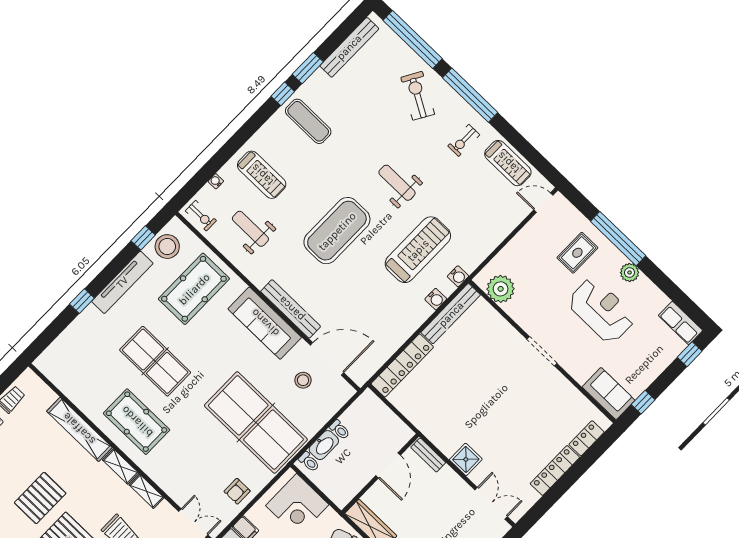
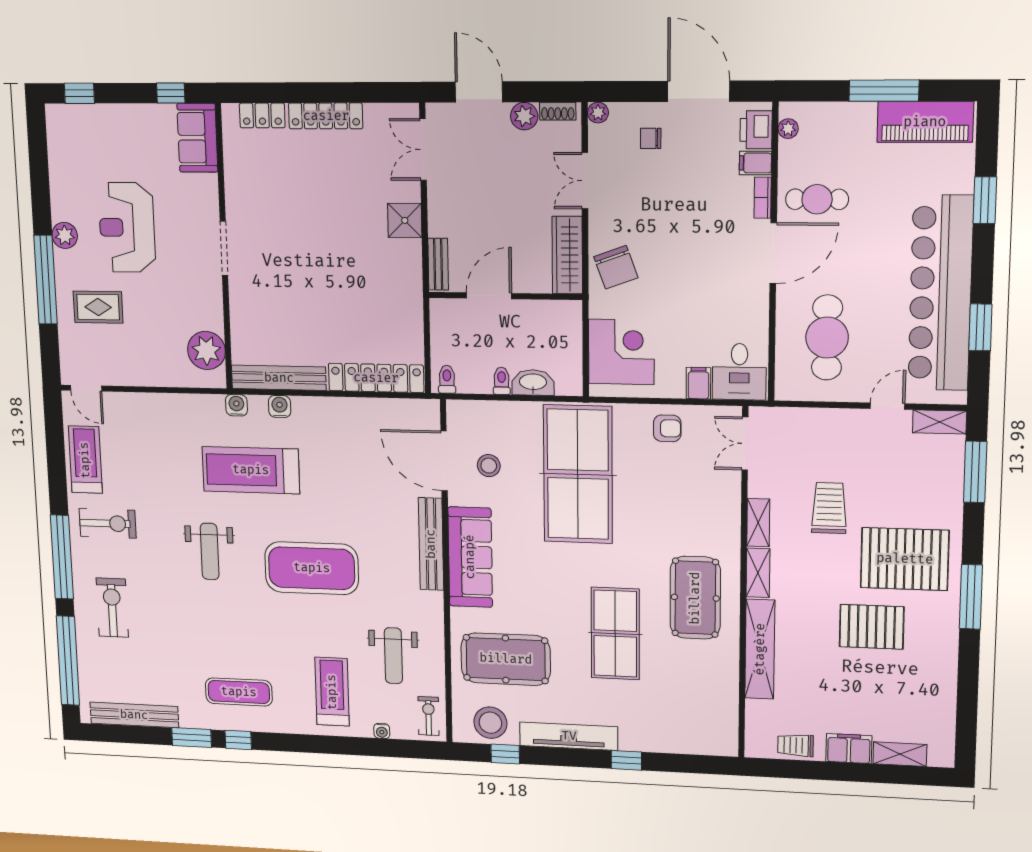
exercise bike: (418, 96) -> (112, 608), turned 150
exercise mat: (308, 121) -> (239, 692), turned 90
exercise bike: (464, 140) -> (108, 523), width x1.38, depth x1.39
row of seats: (680, 323) -> (60, 134), removed
toilet: (309, 462) -> (447, 379), moved

